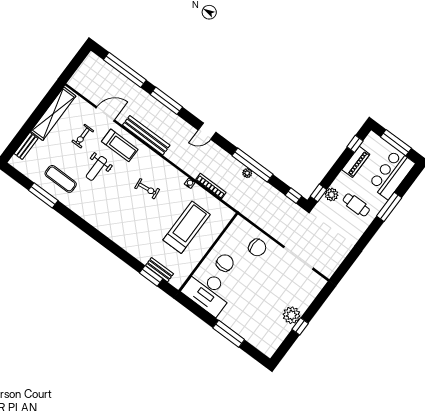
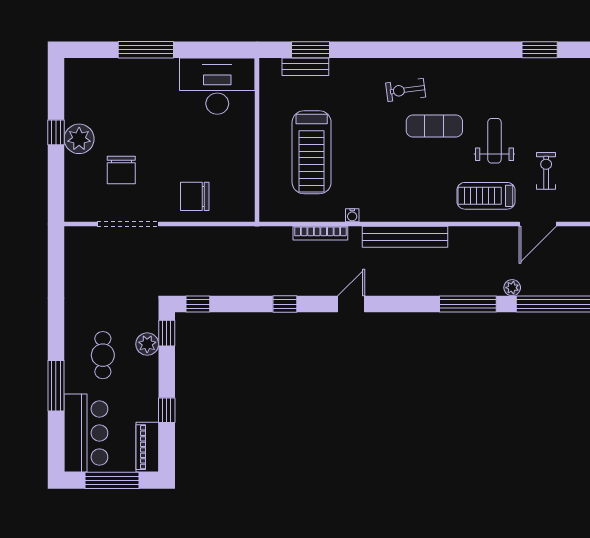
door: (207, 131) -> (351, 304), moved
bench: (146, 135) -> (405, 237), moved
window: (355, 144) -> (167, 410), moved
piano: (356, 162) -> (147, 447), moved
window: (253, 165) -> (285, 304), width x0.32
plant: (247, 173) -> (512, 288), moved
exercise mat: (61, 179) -> (434, 126), moved
exercise bike: (147, 189) -> (406, 90), moved
window: (43, 195) -> (540, 50), width x0.69
cafe table: (356, 205) -> (103, 355), turned 90
chair: (225, 263) -> (121, 170), moved

